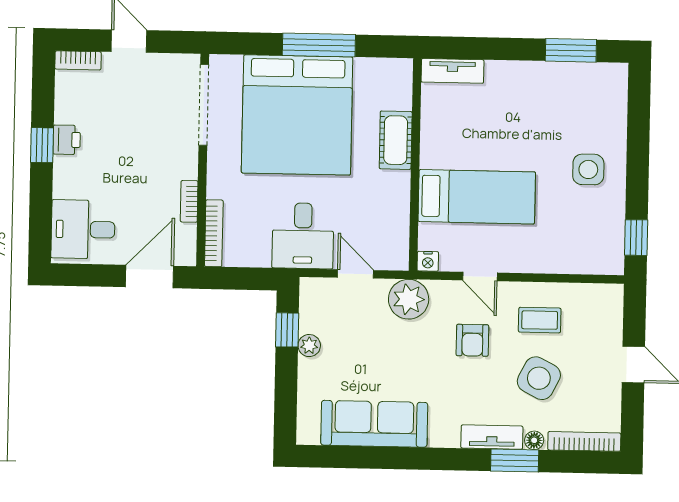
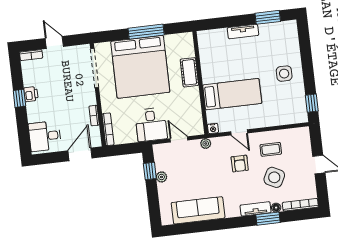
tv unit: (452, 71) -> (243, 32), moved
plant: (409, 299) -> (206, 144), width x0.53, depth x0.53

